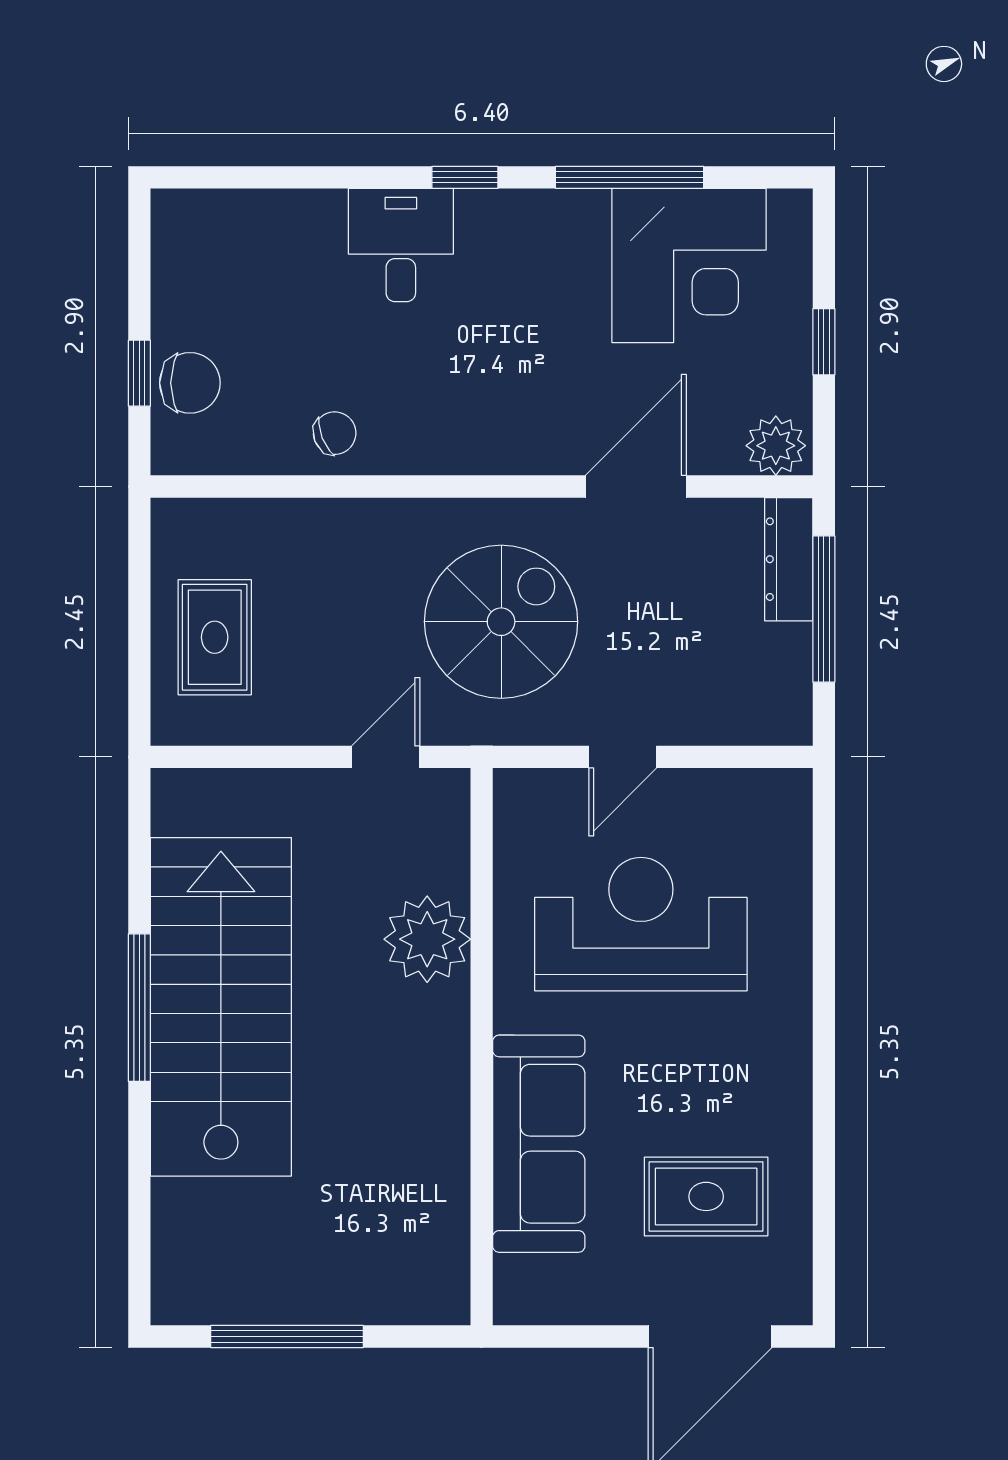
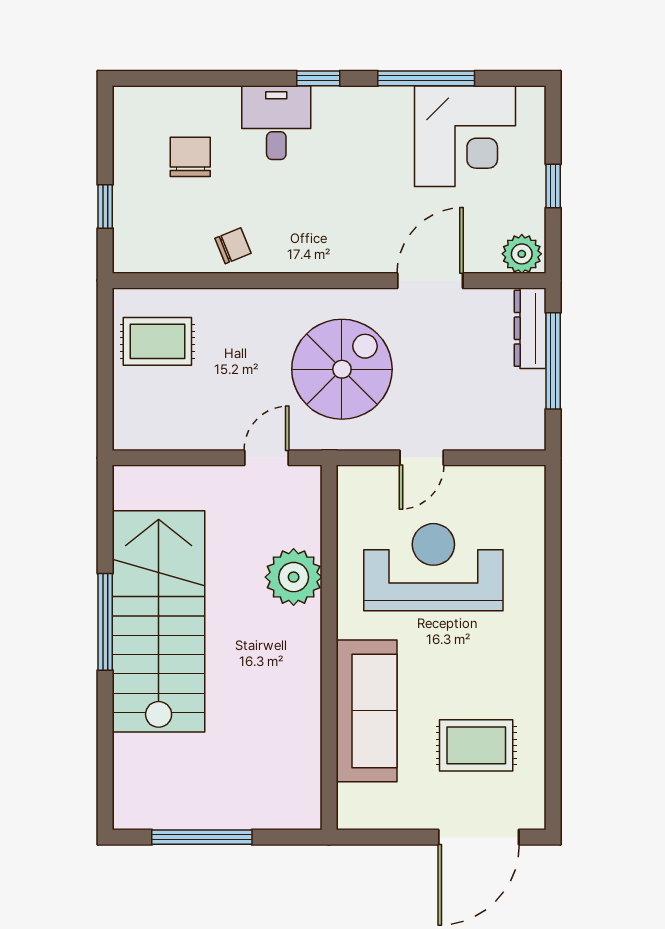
chair: (190, 383) -> (190, 157), moved, turned -90
rug: (215, 637) -> (157, 341), moved, turned 90

